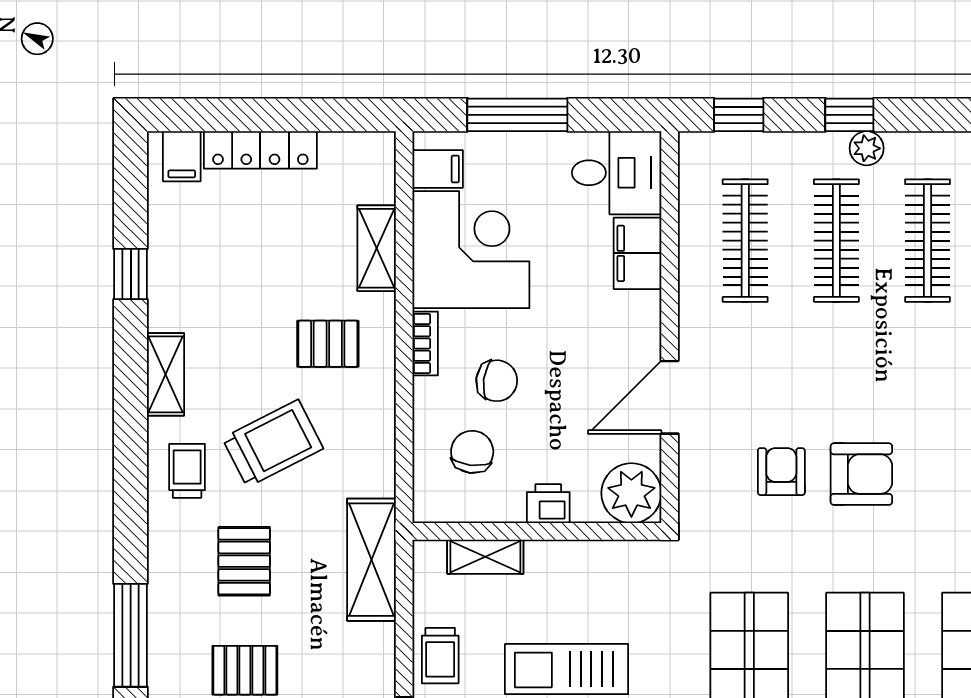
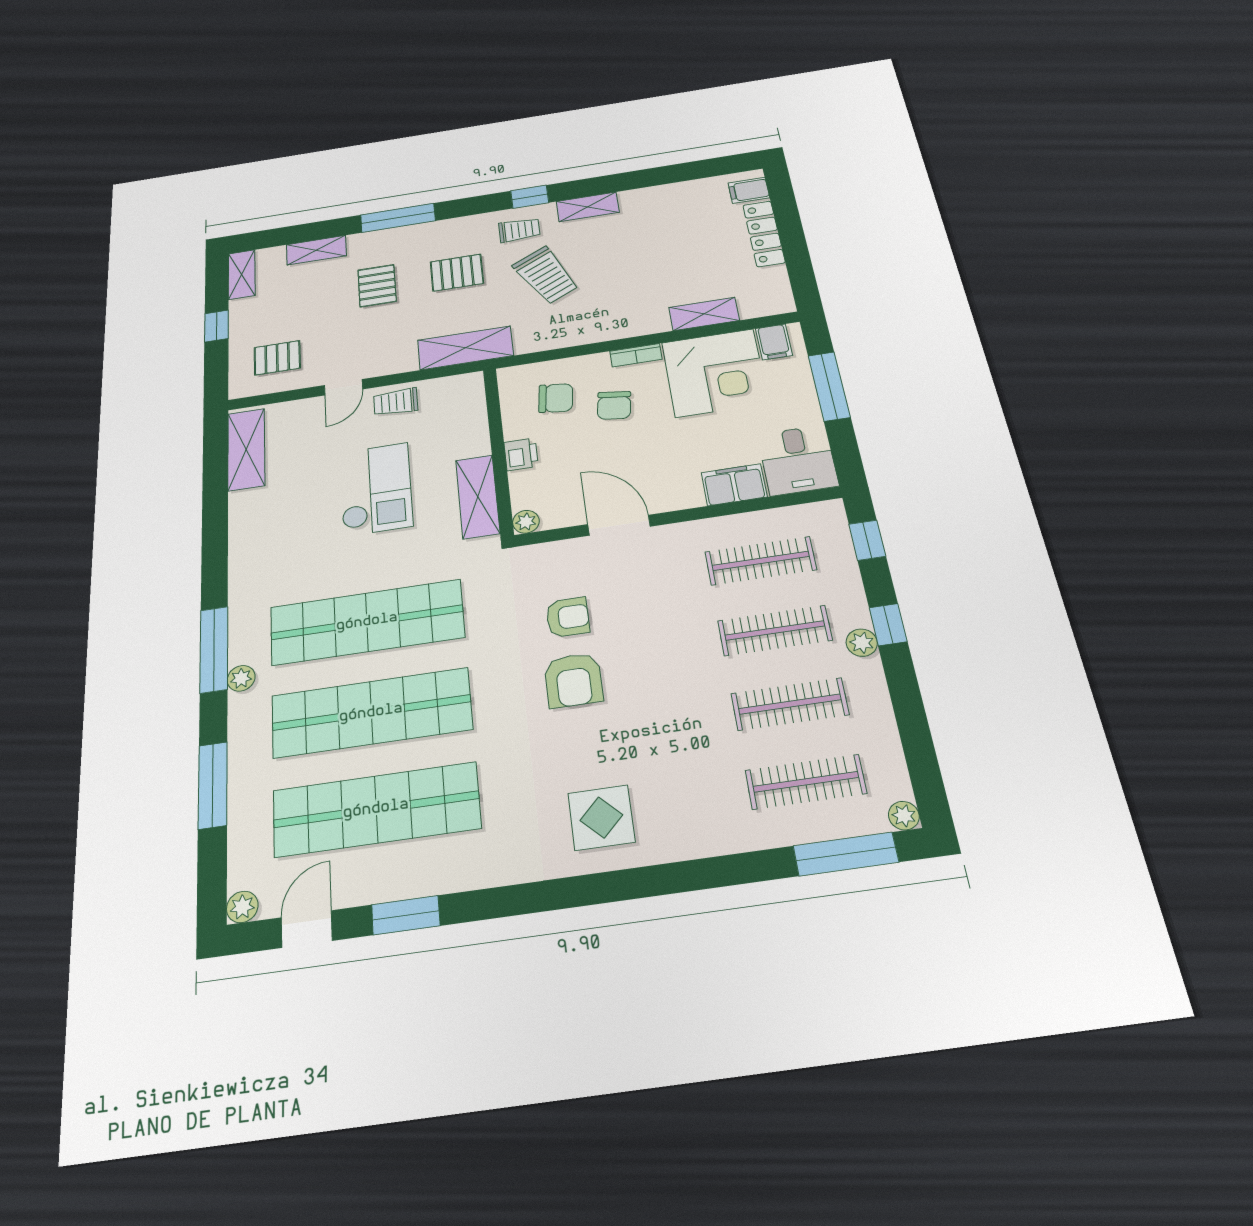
window: (131, 274) -> (530, 197), moved
pallet: (328, 344) -> (626, 296), removed
plant: (631, 493) -> (526, 522), width x0.53, depth x0.53
shelving: (485, 557) -> (478, 497), moved, width x1.50, depth x1.33

